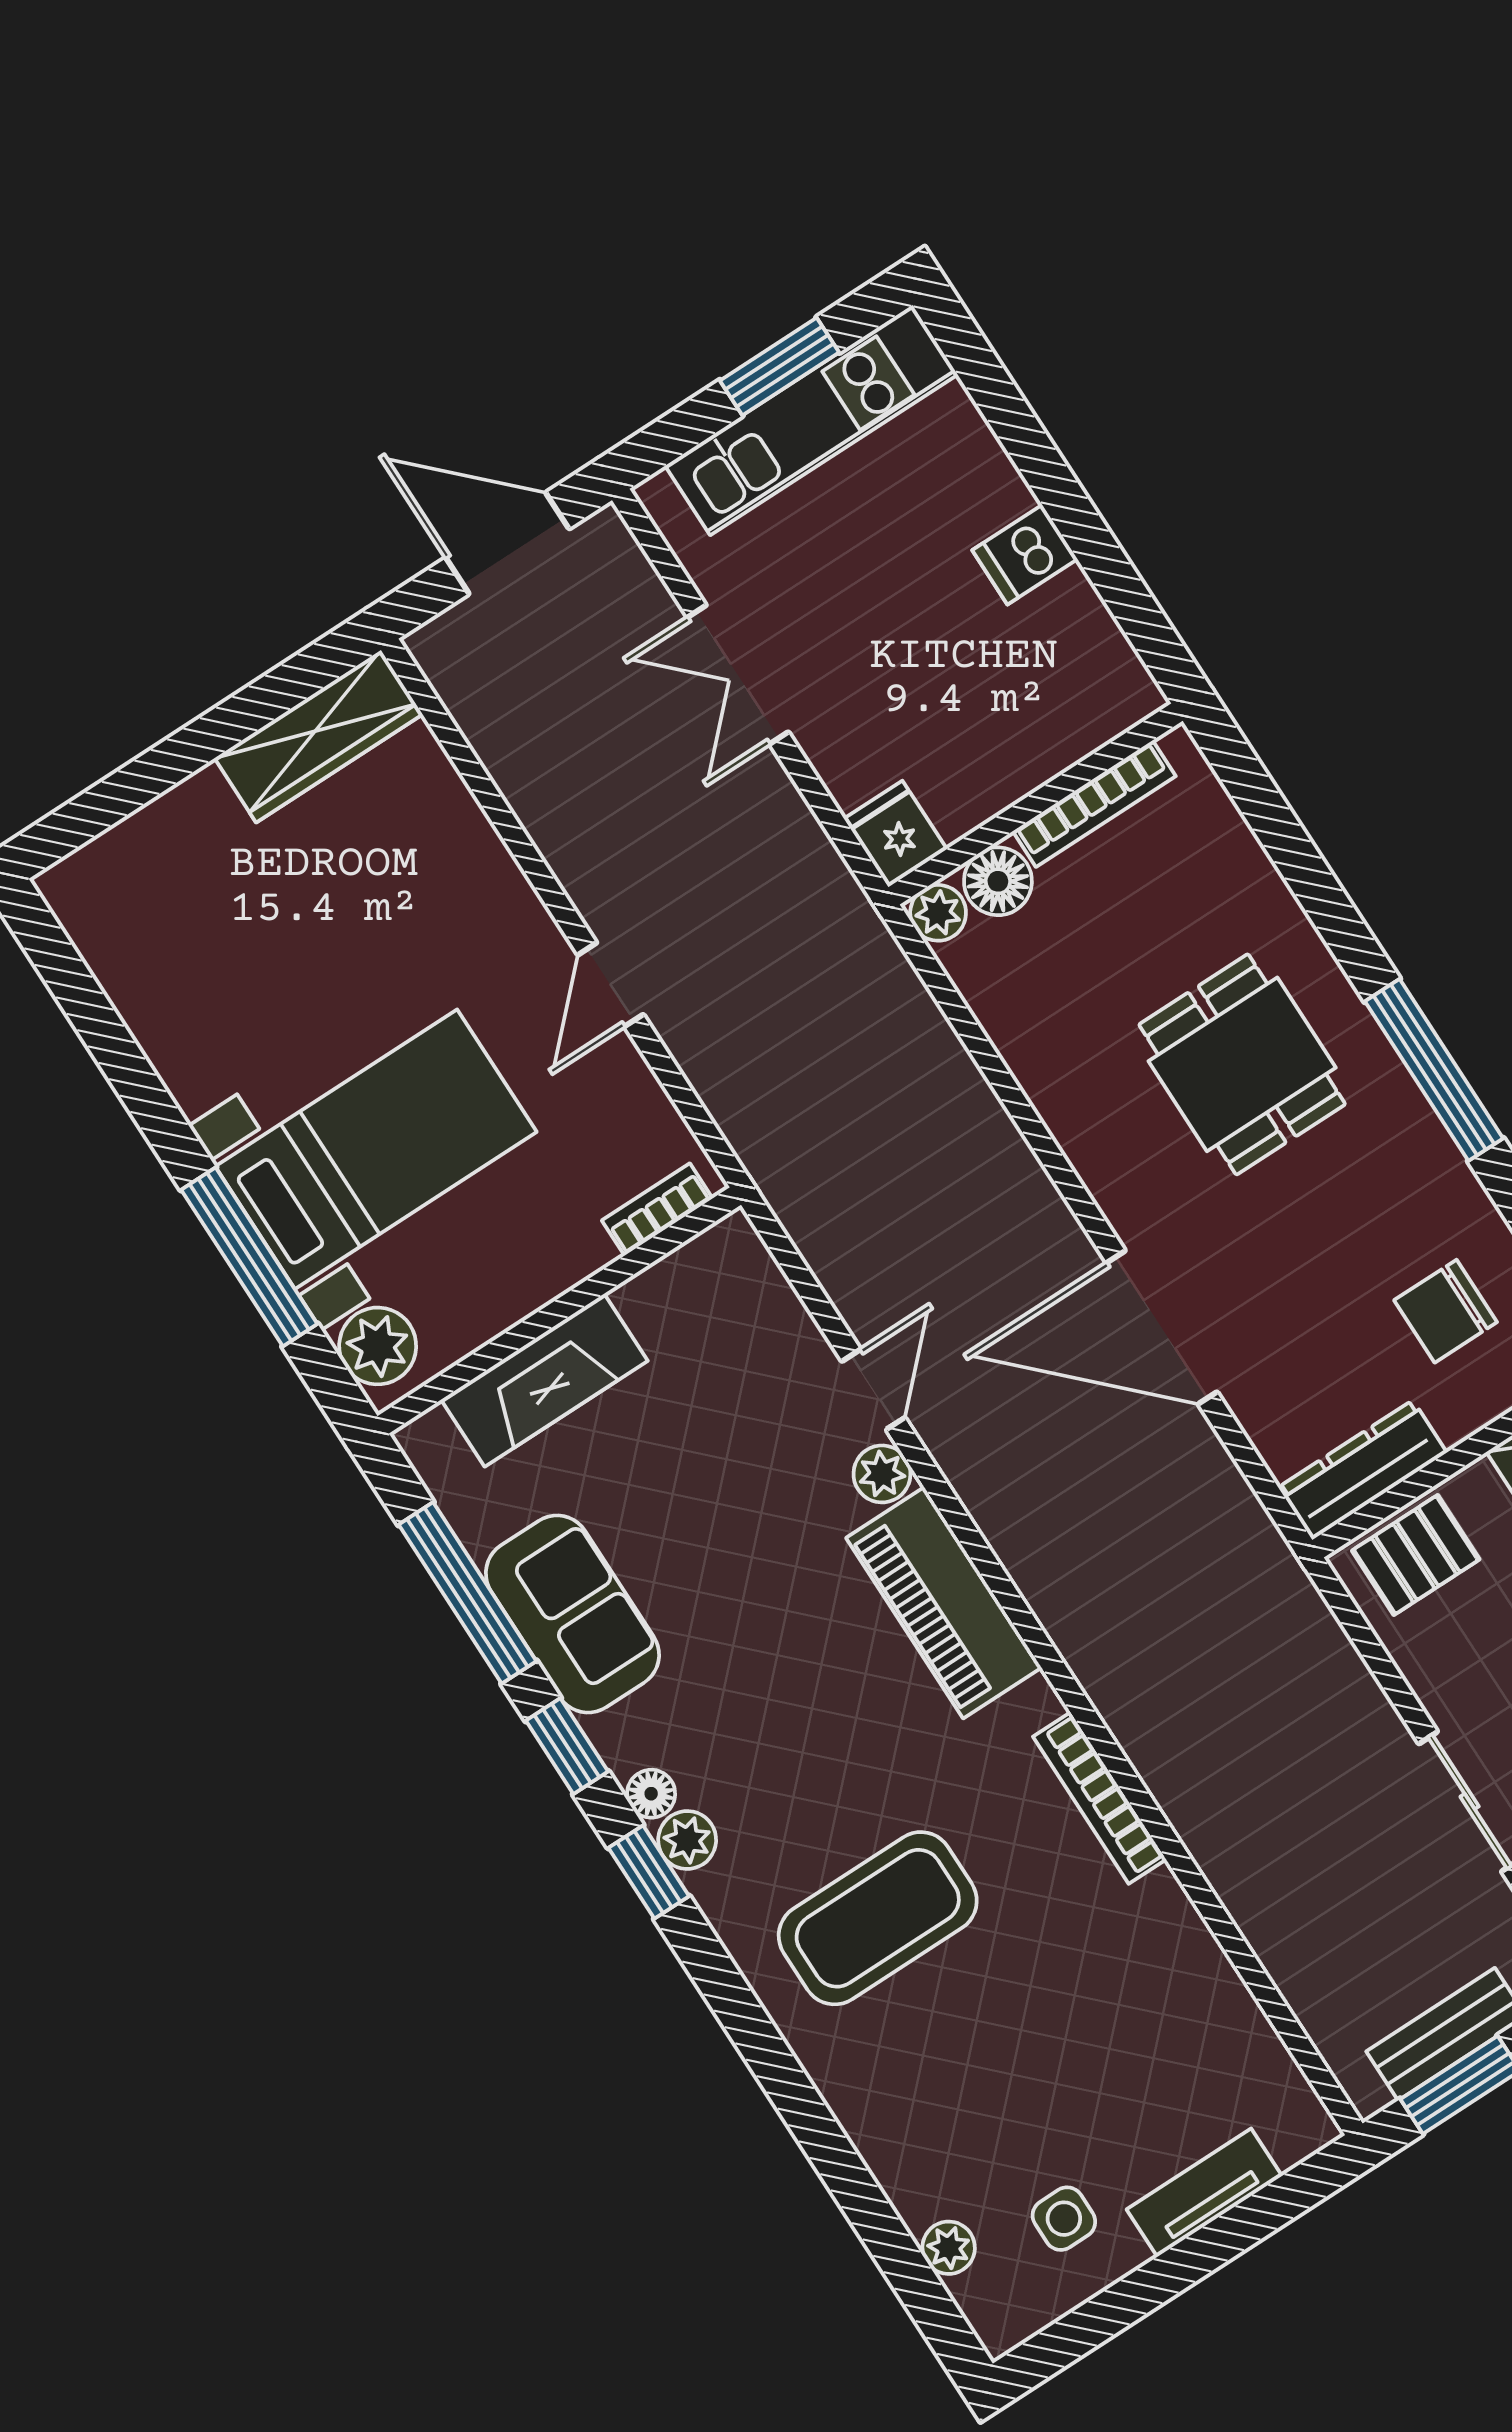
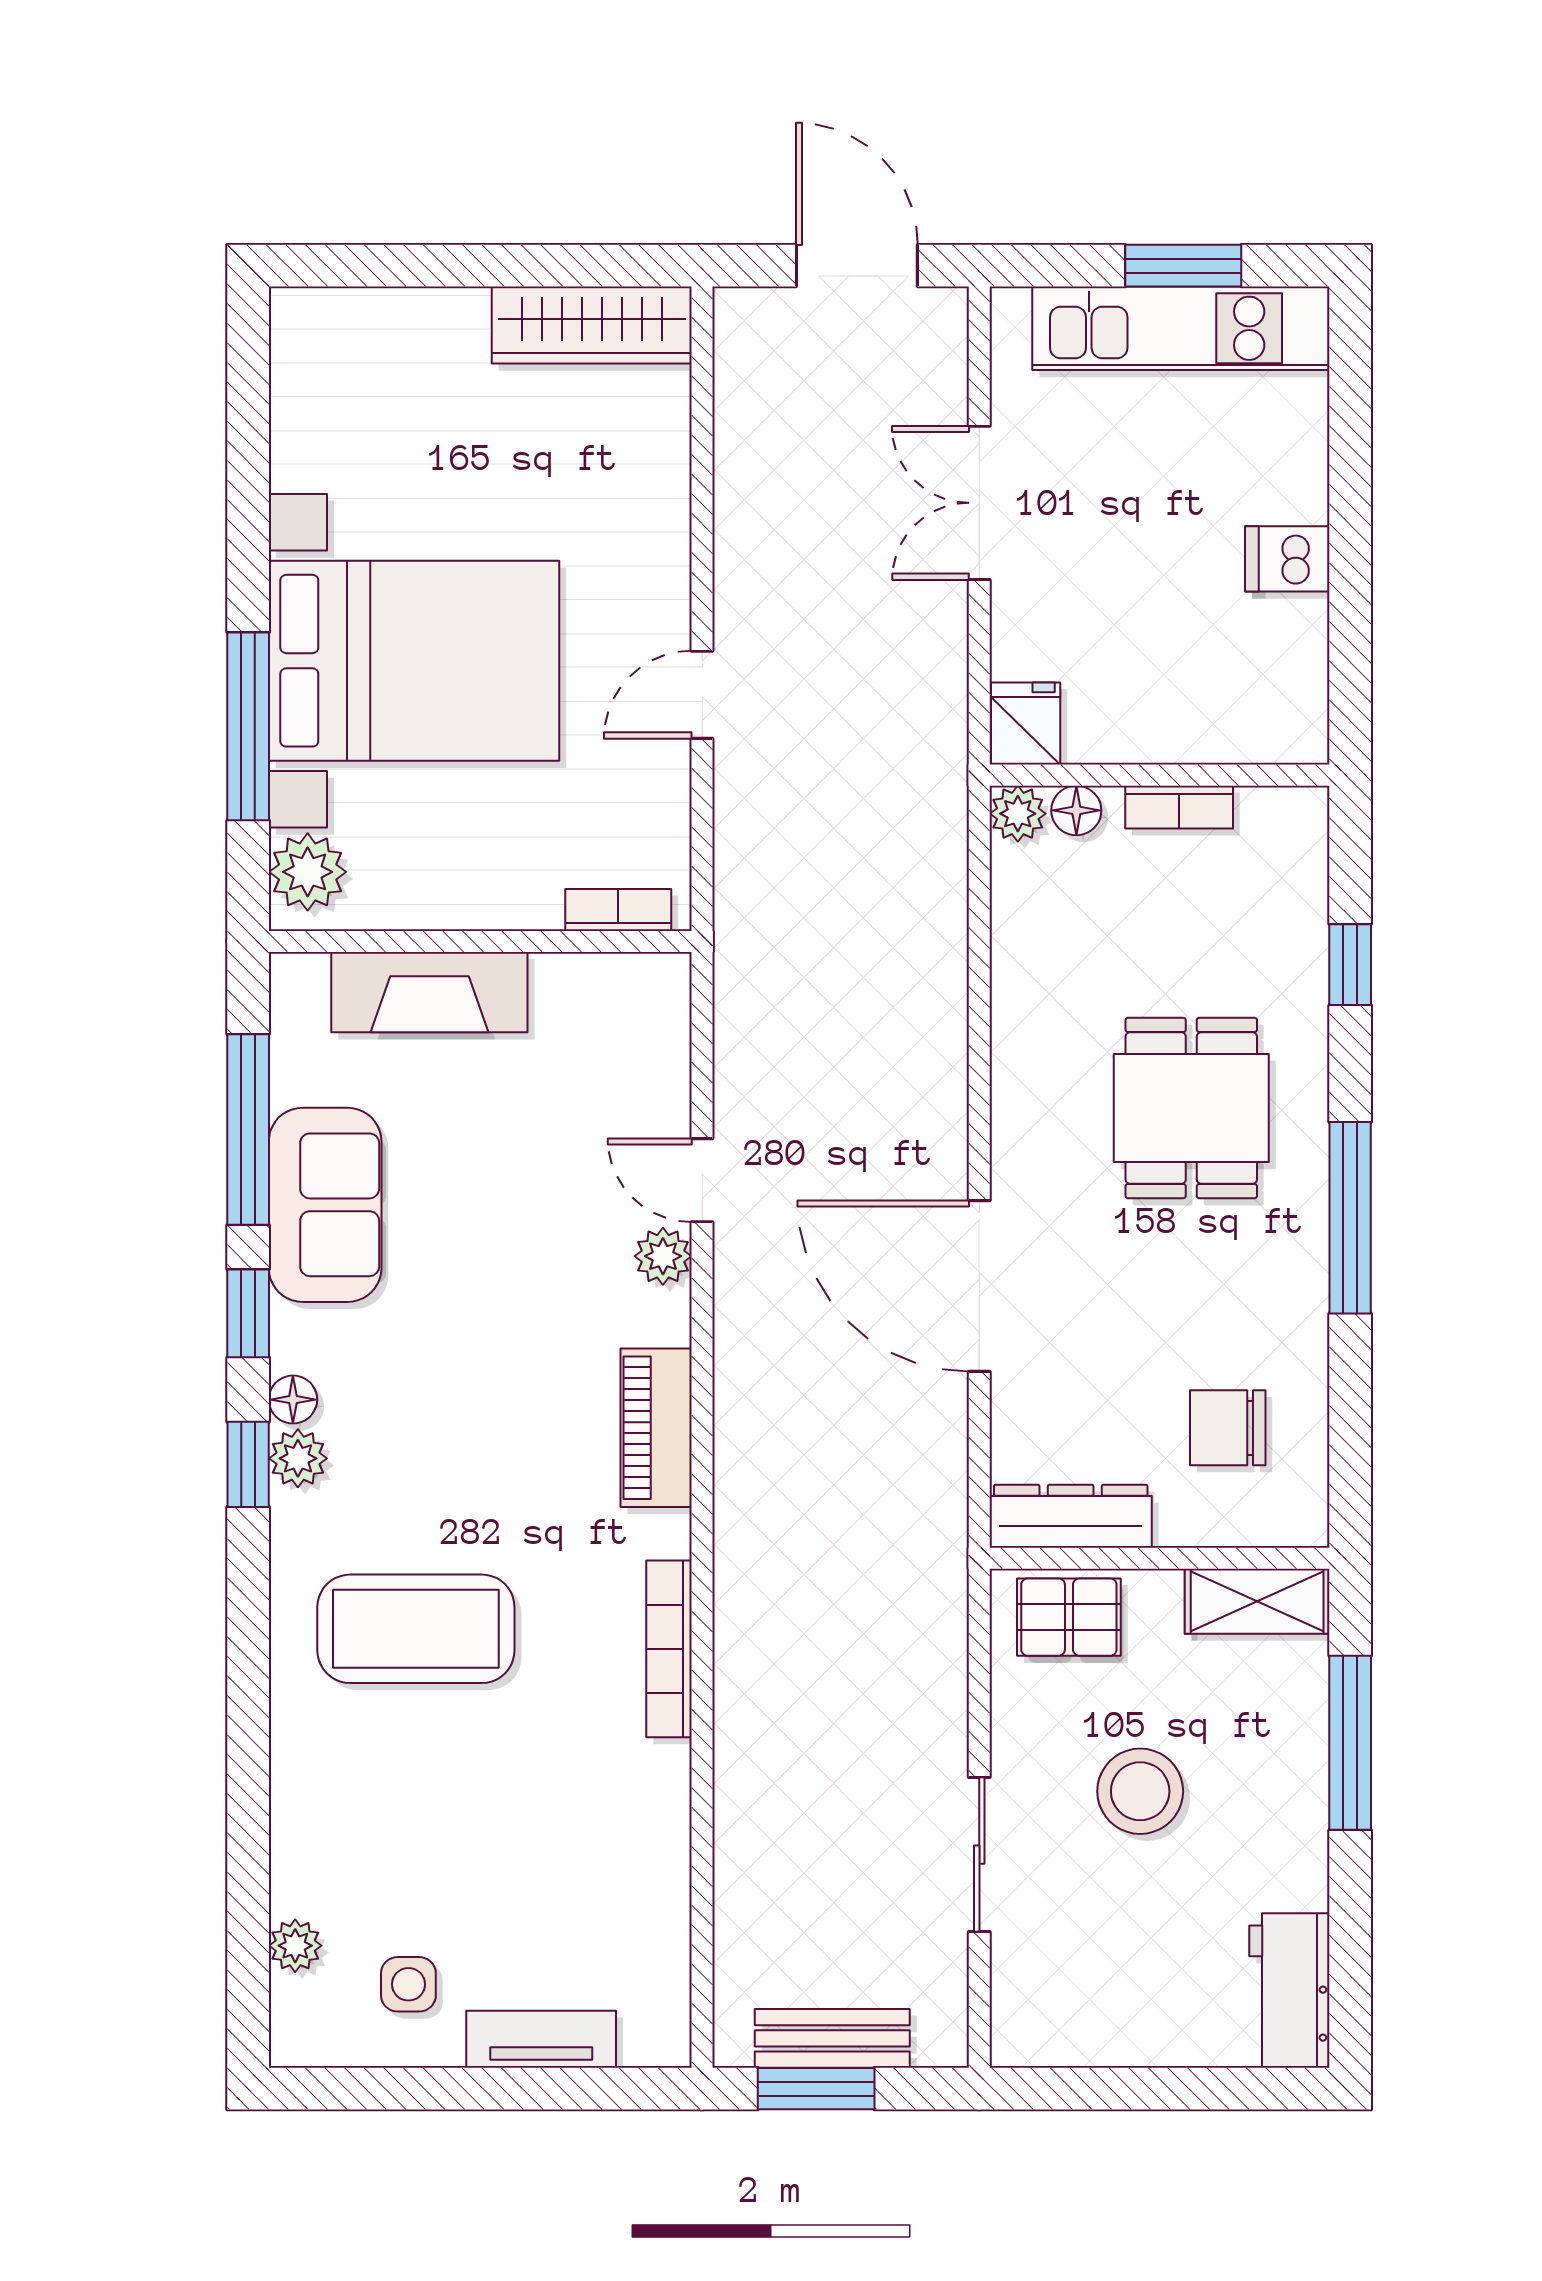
bookcase: (1094, 804) -> (1179, 807), width x0.64
window: (1297, 859) -> (1350, 965), added
floor lamp: (998, 881) -> (1076, 810), width x0.73, depth x0.73
bed with nightstands: (376, 1149) -> (414, 661), width x1.36
door: (873, 1389) -> (702, 1180), swing flipped
piano: (944, 1603) -> (656, 1428), width x0.73, depth x0.75

